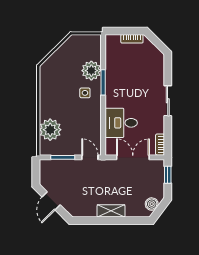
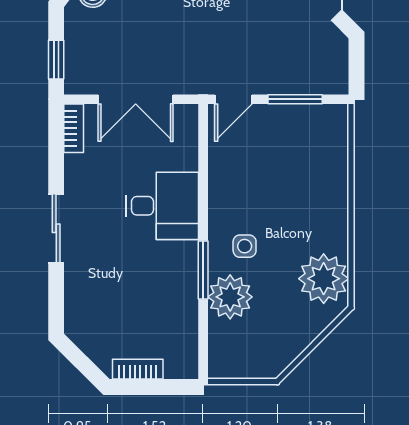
desk: (121, 123) -> (162, 206), moved
plant: (50, 130) -> (324, 279), moved
door: (90, 157) -> (233, 99), hinge flipped

